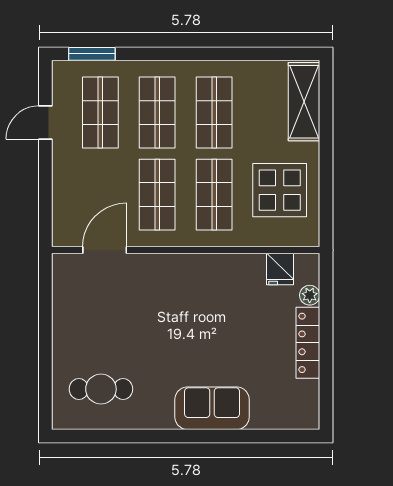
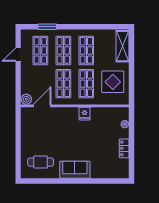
window: (92, 54) -> (47, 27), moved
plant: (65, 233) -> (26, 99), added
fridge: (280, 269) -> (85, 114), moved
locker: (308, 343) -> (124, 148), width x0.66
sofa: (212, 408) -> (75, 170), moved

